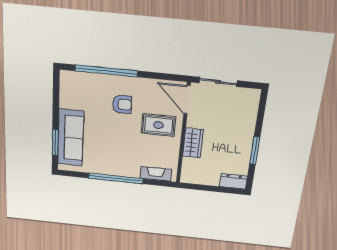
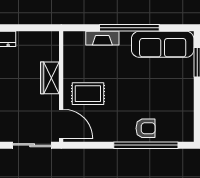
armchair: (122, 104) -> (146, 128), moved, turned 180
sofa: (71, 138) -> (163, 44), moved, turned -90
fireplace: (156, 174) -> (102, 38), moved

